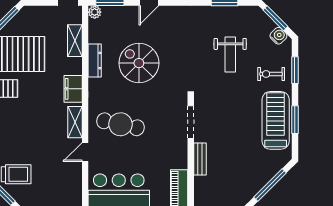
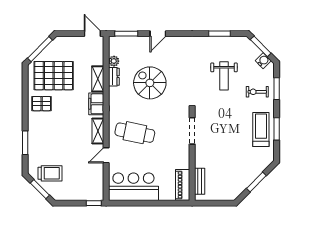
plant: (95, 12) -> (114, 61), moved
shelving: (75, 41) -> (98, 79), moved
dresser: (95, 61) -> (114, 77), width x0.70
treadmill: (276, 120) -> (261, 129), width x0.73, depth x0.73
bench: (200, 159) -> (200, 181), moved
window: (270, 185) -> (256, 182), width x0.69

